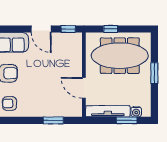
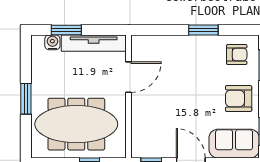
door: (84, 88) -> (129, 77), hinge flipped
window: (53, 120) -> (203, 30), moved

